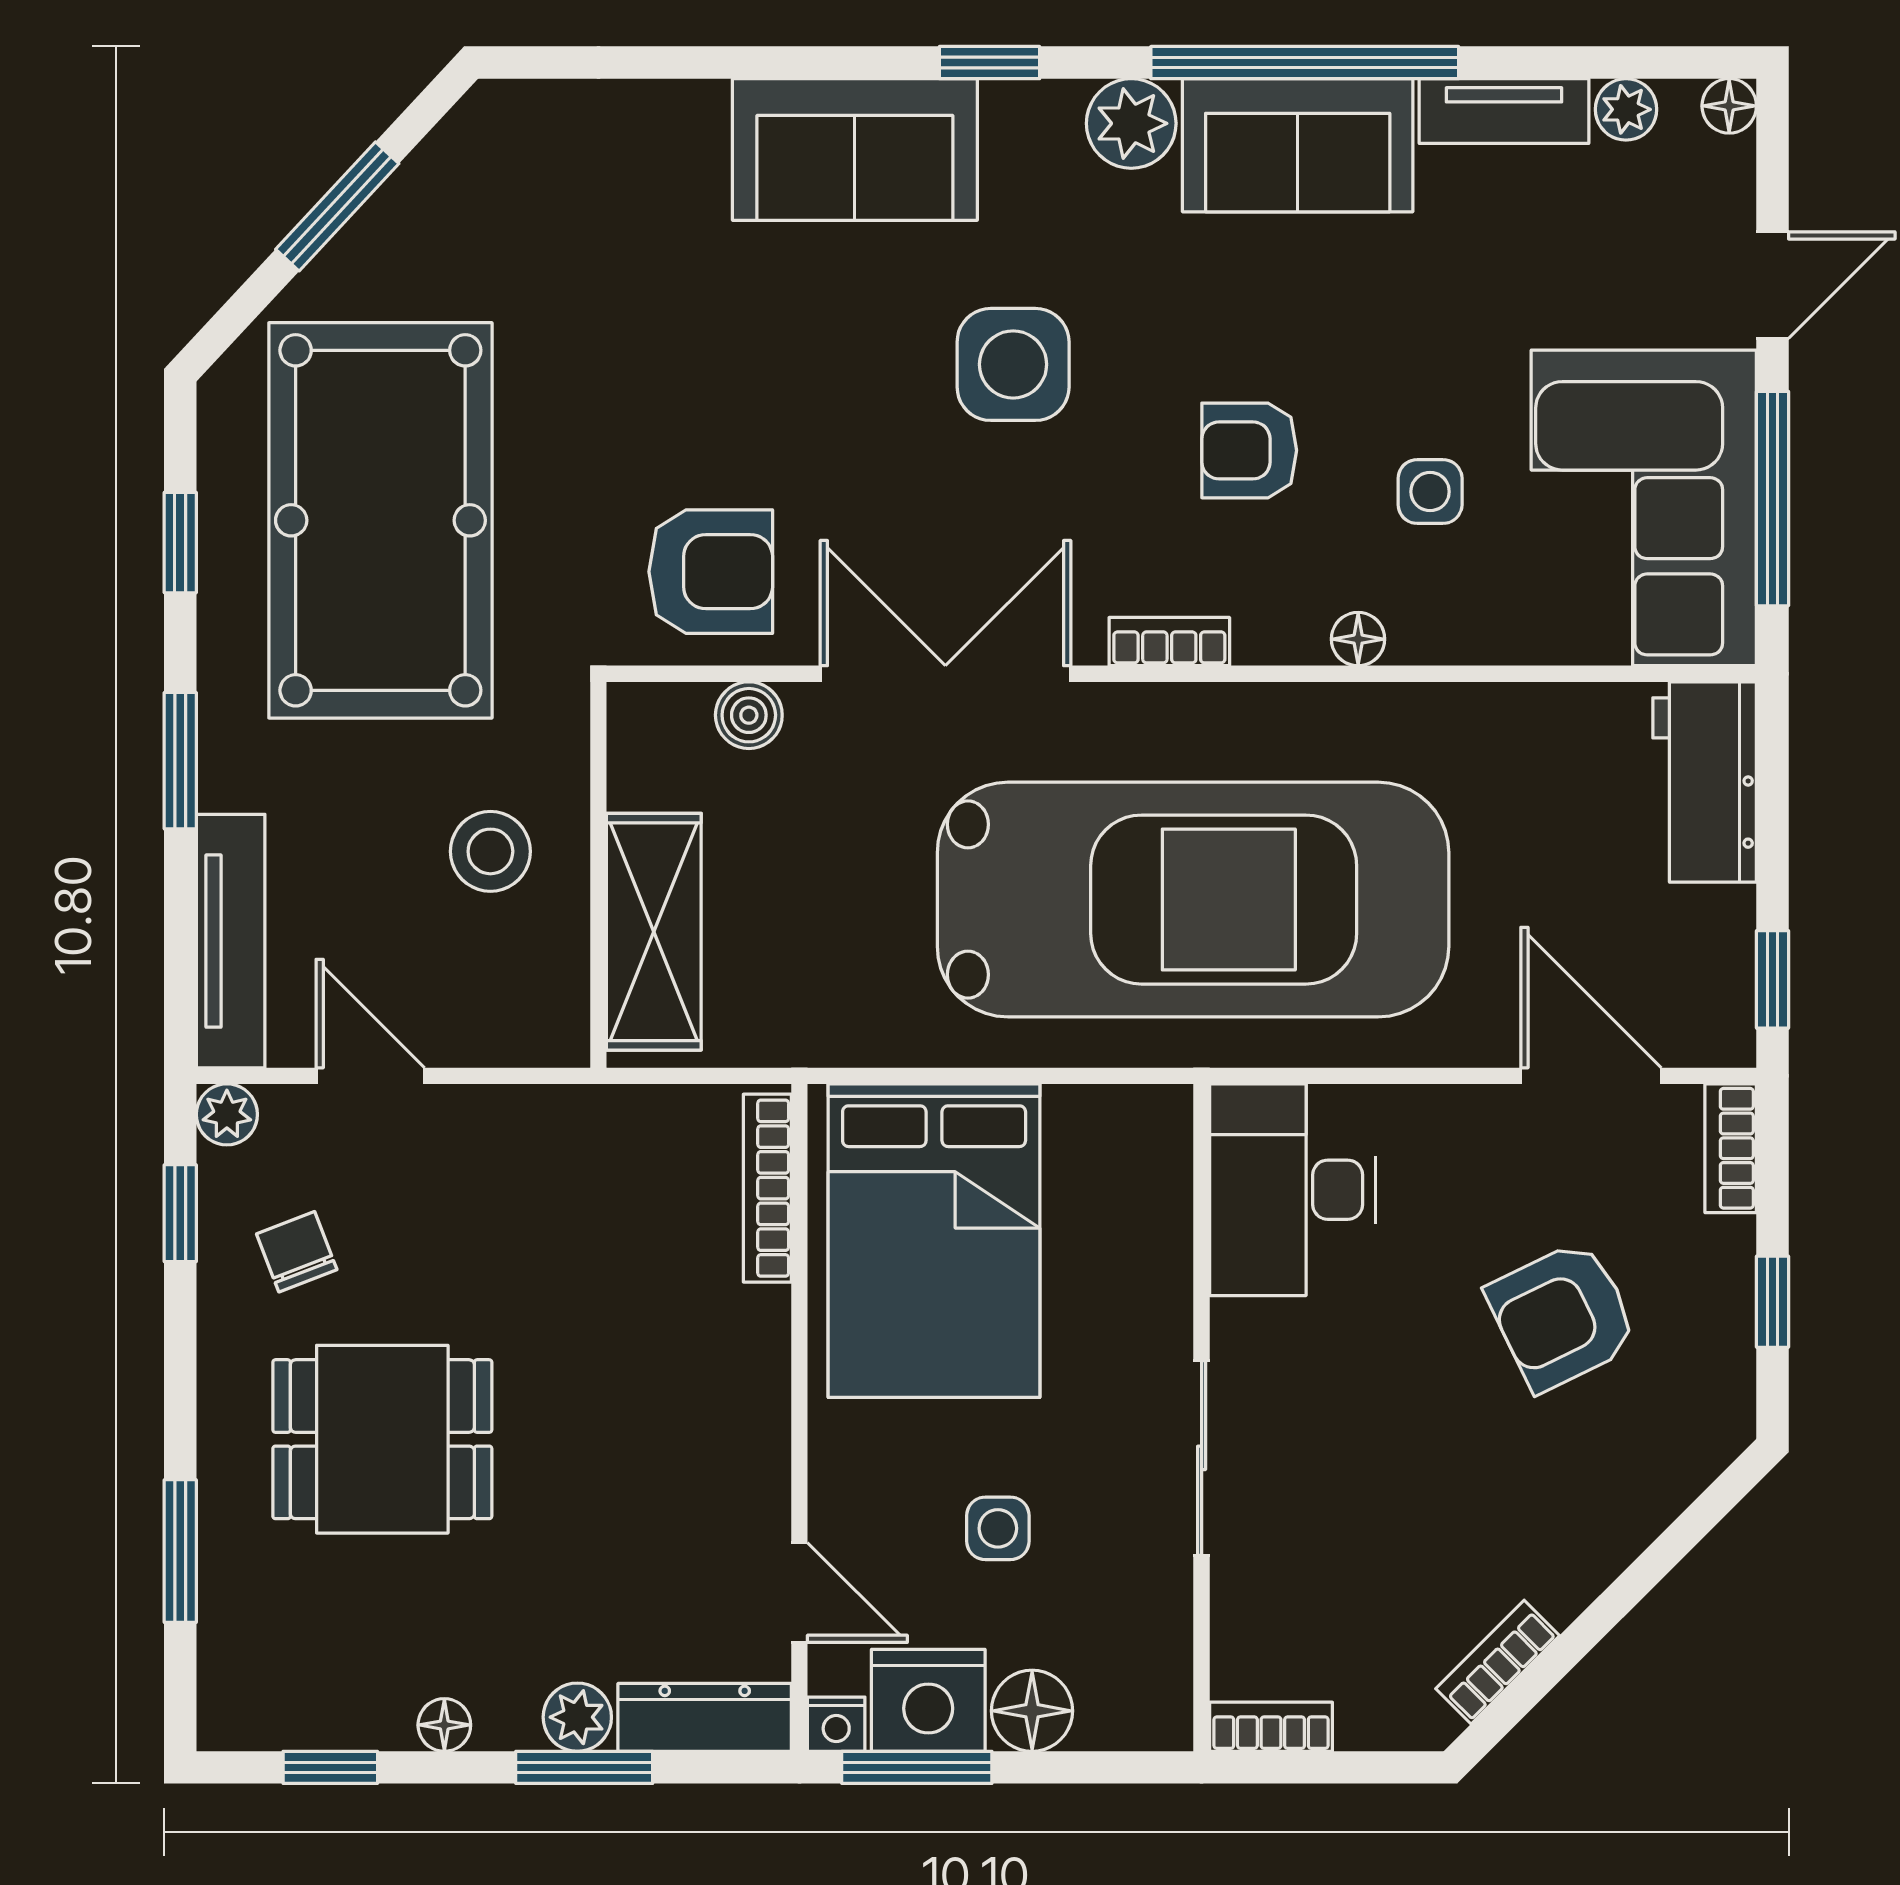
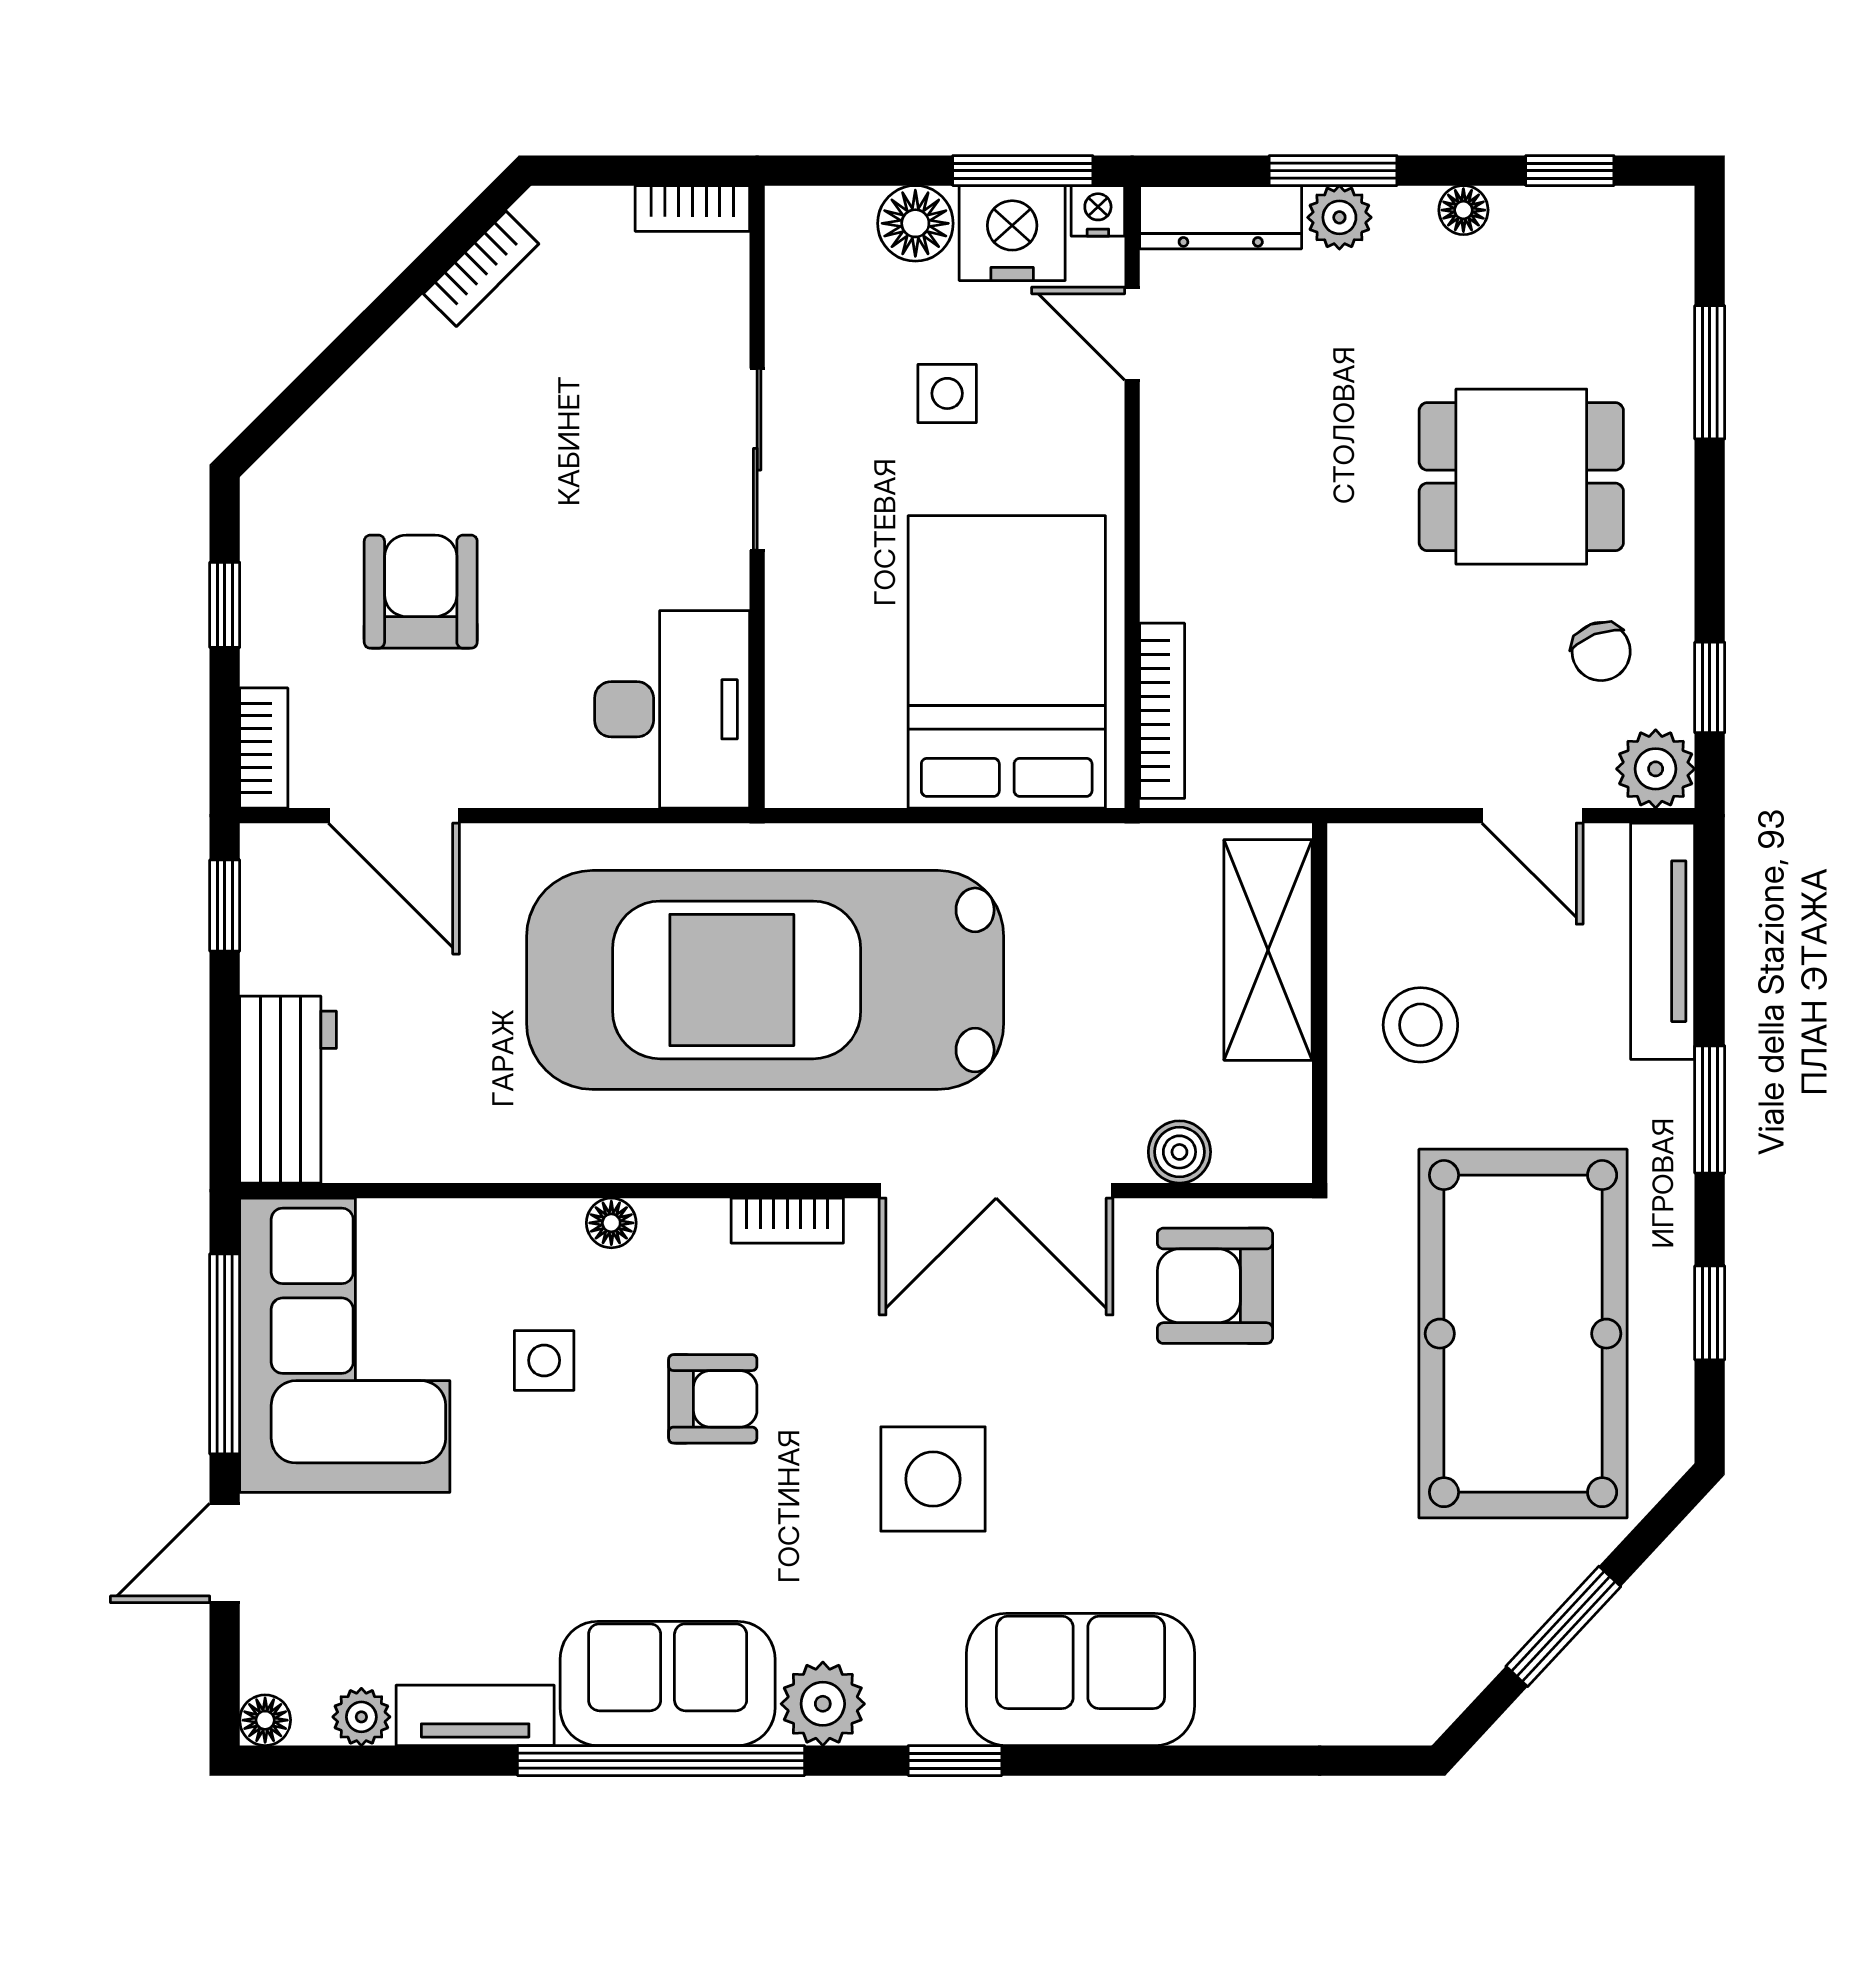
plant: (227, 1114) -> (1656, 769), width x1.38, depth x1.38
armchair: (1562, 1316) -> (421, 592), turned -64

